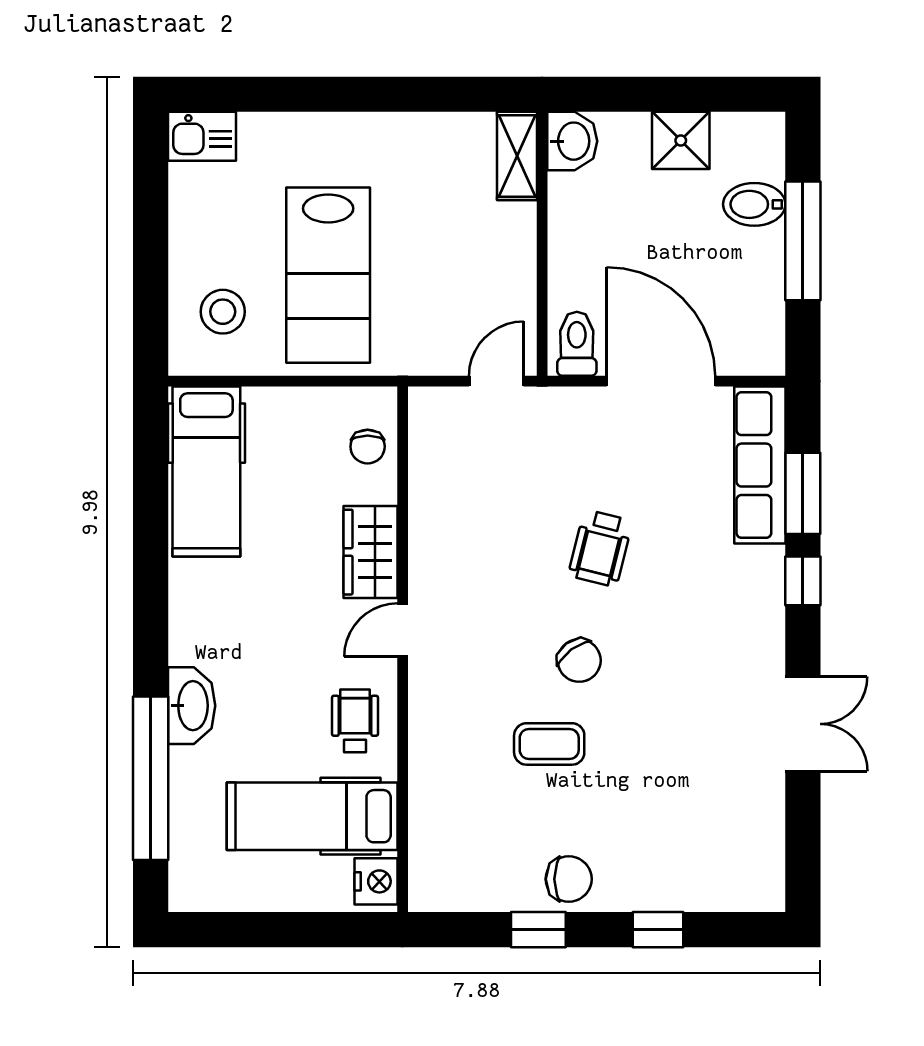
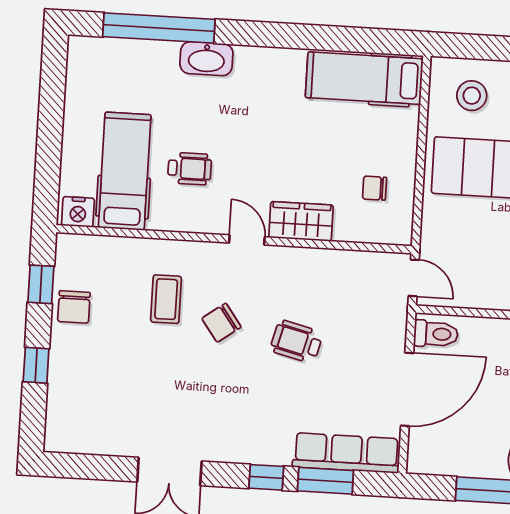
wardrobe: (371, 552) -> (301, 221), moved
door: (403, 630) -> (247, 240), moved
wall: (403, 649) -> (234, 239), moved
hospital bed: (312, 816) -> (125, 171), moved
nightstand: (376, 881) -> (78, 212), moved

